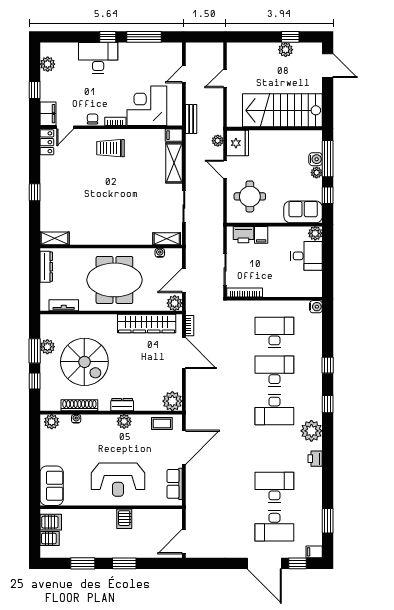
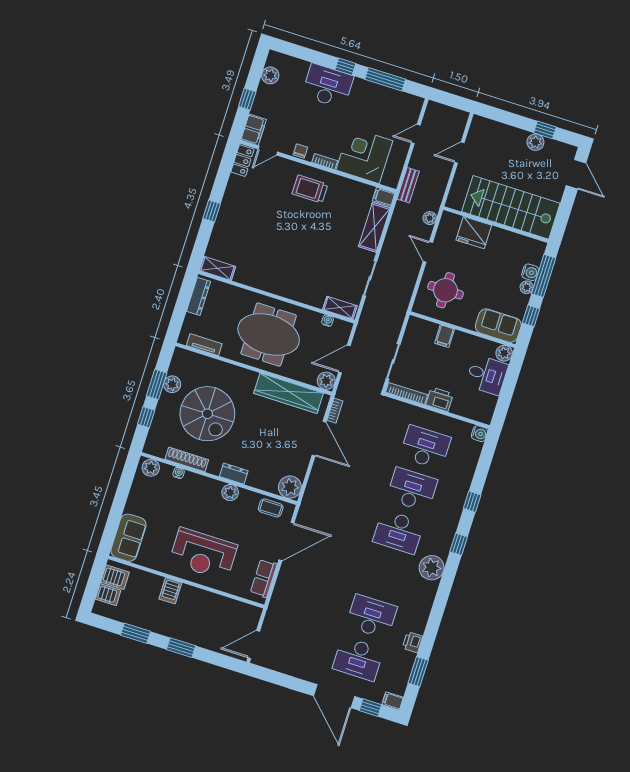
fridge: (238, 143) -> (474, 233), moved, turned 90
printer: (243, 235) -> (440, 399), moved, turned 180
printer: (315, 459) -> (412, 642), moved
server rack: (124, 519) -> (170, 591), moved

